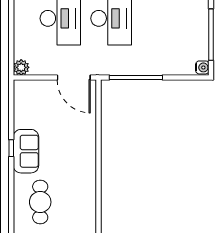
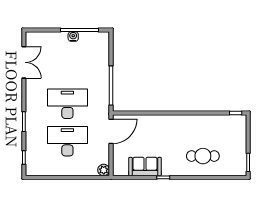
water cooler: (202, 67) -> (73, 36), moved
sofa: (26, 151) -> (145, 167), moved

